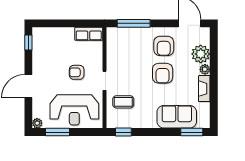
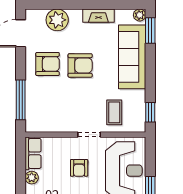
plant: (69, 33) -> (32, 178), added
plant: (205, 69) -> (140, 15), moved
sofa: (177, 117) -> (132, 57), width x1.36

